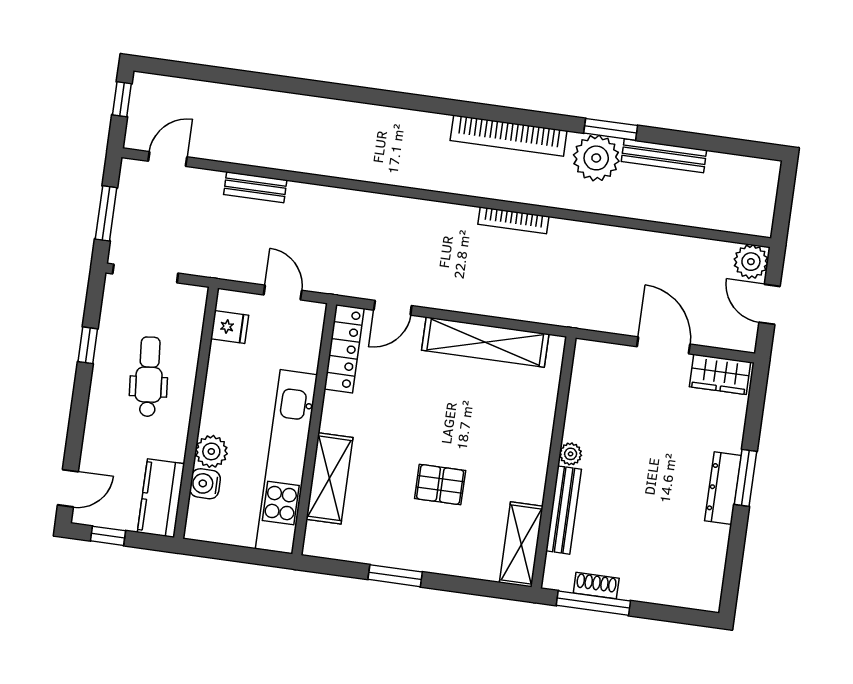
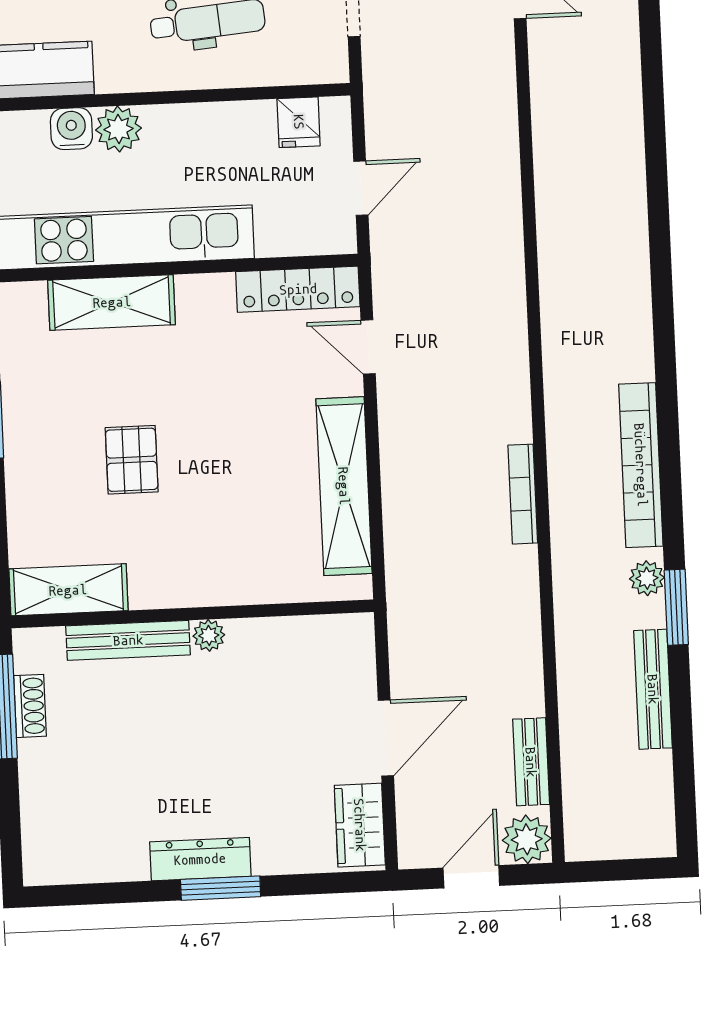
plant: (596, 158) -> (647, 578), width x0.53, depth x0.53
bench: (255, 187) -> (531, 762), moved

